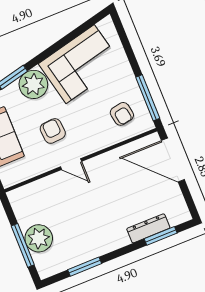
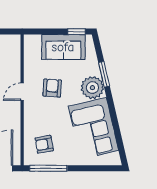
armchair: (53, 131) -> (52, 88), turned -82

